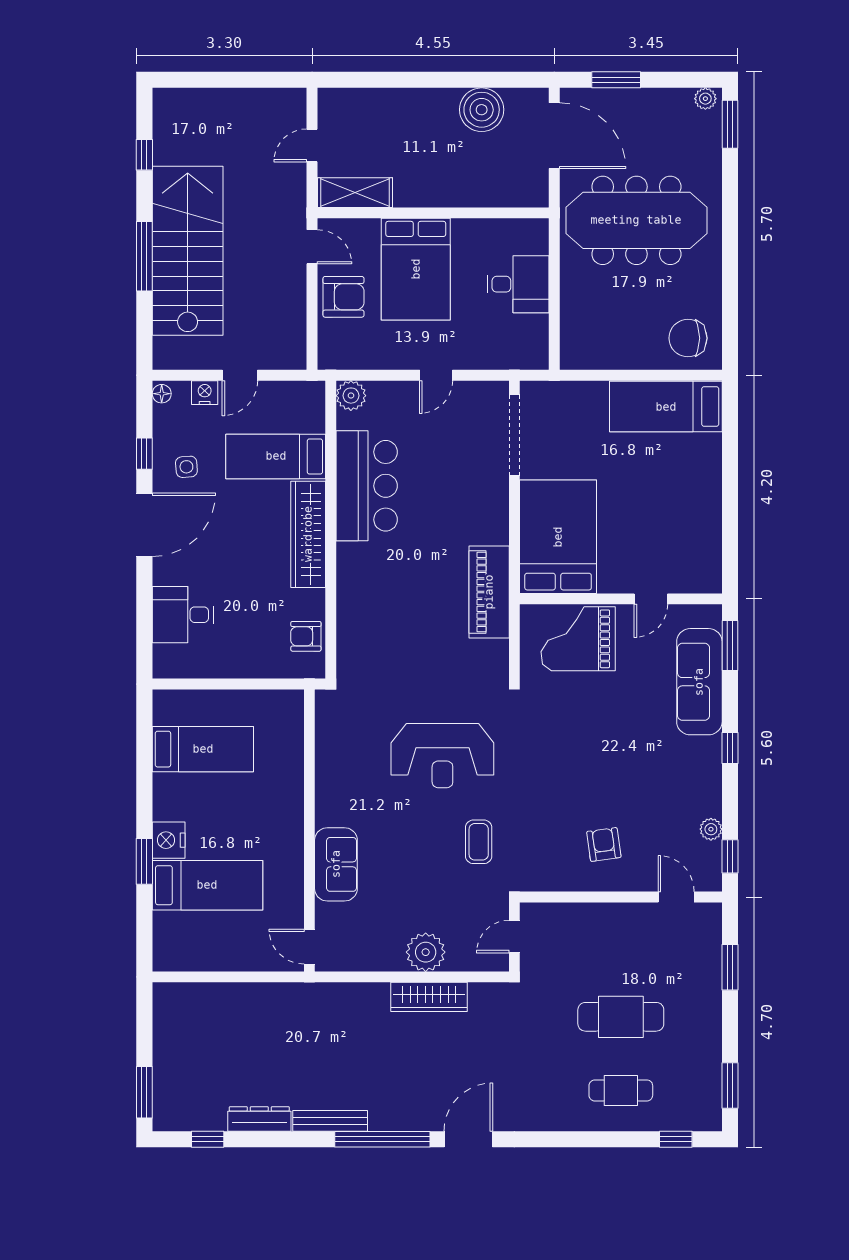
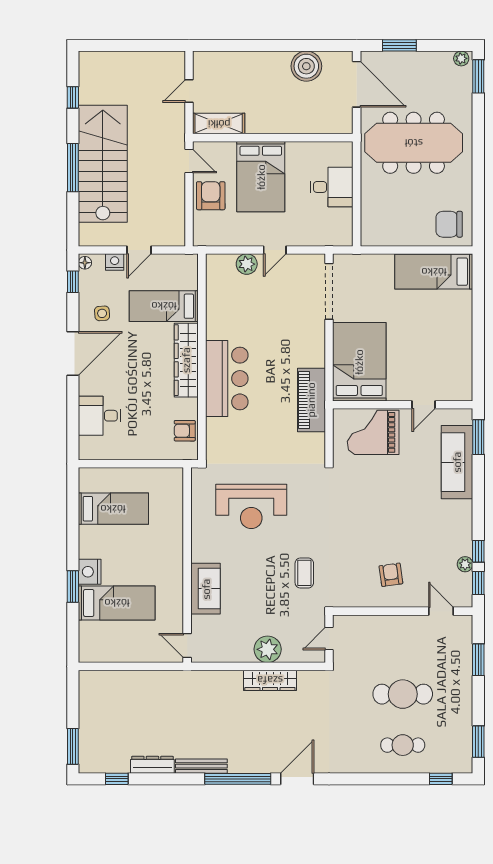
armchair: (343, 297) -> (211, 196), turned -90
plant: (351, 396) -> (247, 264), moved
window: (144, 454) -> (73, 282), moved
bar counter: (367, 486) -> (227, 379), moved
window: (730, 748) -> (478, 551), moved
reception desk: (442, 756) -> (251, 506), moved

